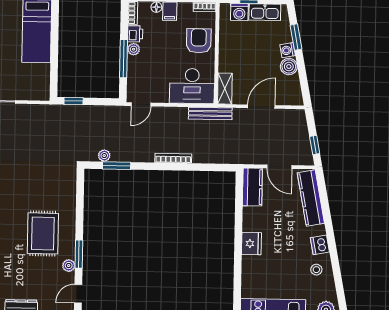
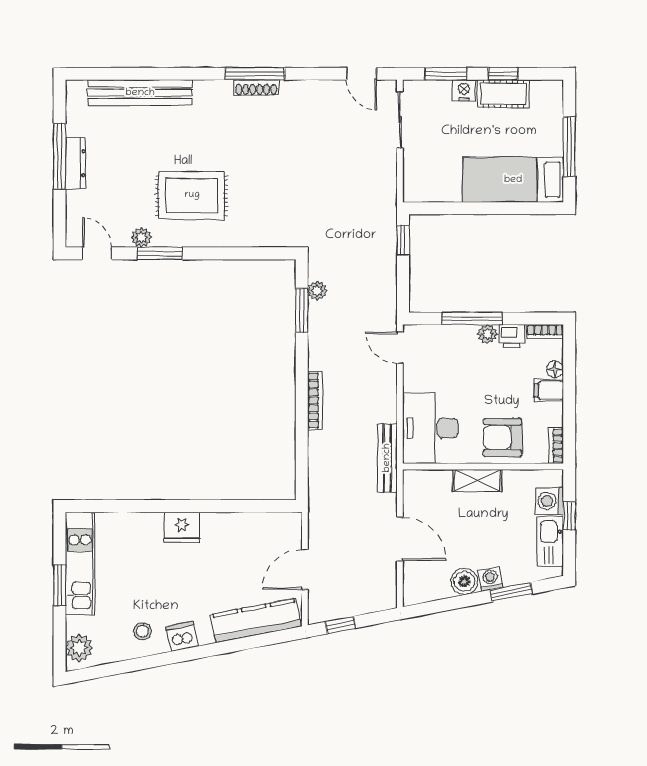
armchair: (199, 41) -> (503, 437), turned 180
shelving: (225, 89) -> (477, 480), moved
kitchen counter: (252, 187) -> (272, 527), removed

